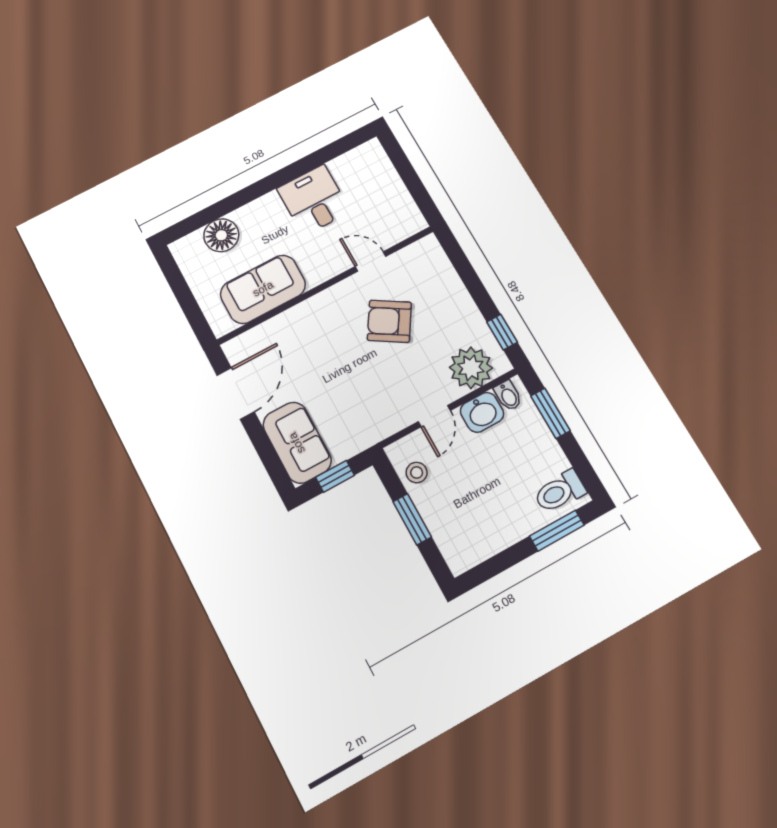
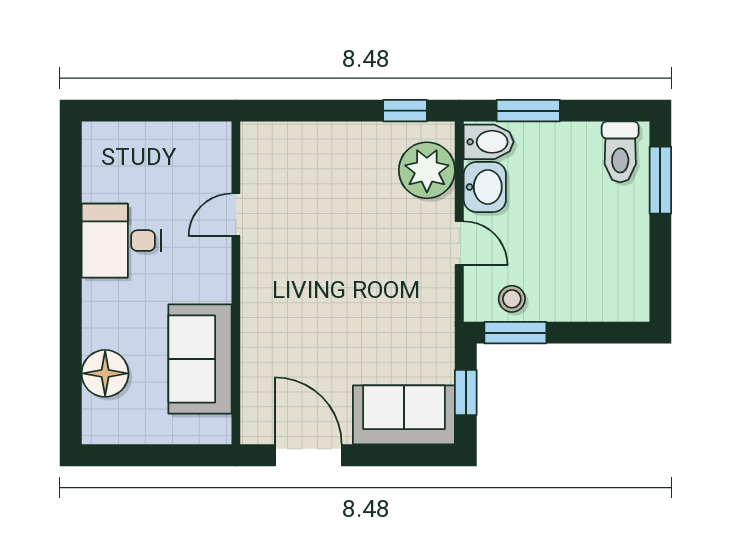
armchair: (389, 321) -> (320, 233), removed
bidet: (508, 396) -> (489, 142), width x1.38, depth x1.36
window: (412, 519) -> (515, 333), moved

